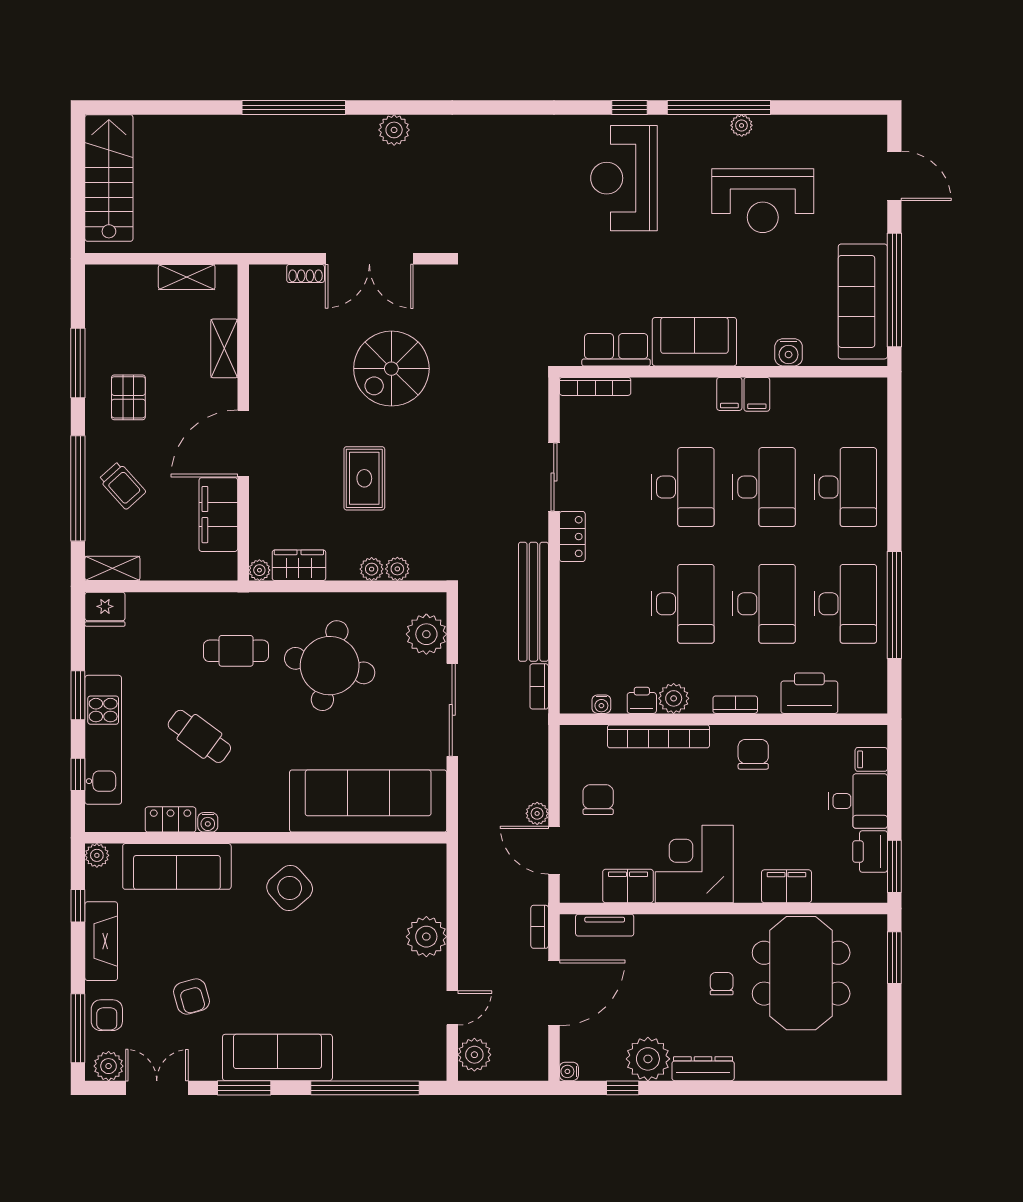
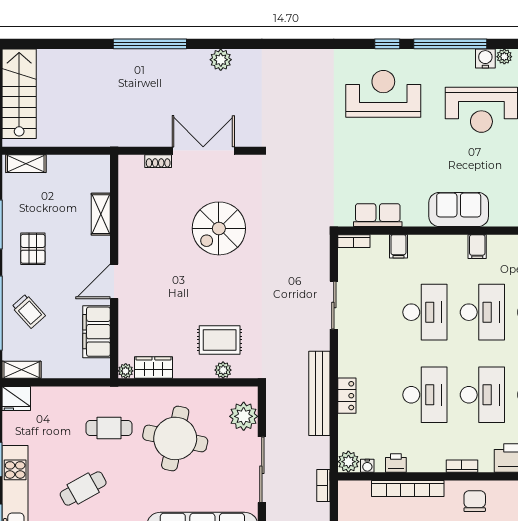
plant: (742, 125) -> (504, 57), moved
reception desk: (624, 178) -> (383, 94), turned 90
double door: (369, 259) -> (203, 151), swing flipped
shelving: (187, 277) -> (26, 164), moved
sofa: (694, 342) -> (459, 209), moved
water cooler: (789, 352) -> (485, 59), moved, turned 180
bookcase: (595, 386) -> (354, 241), width x0.64
filing cabinet: (729, 394) -> (398, 246), moved
door: (243, 443) -> (114, 281), width x0.73
rug: (364, 478) -> (220, 340), moved, turned 90
locker: (572, 537) -> (347, 396), moved
plant: (372, 569) -> (205, 370), removed
bookcase: (539, 686) -> (323, 486), moved
plant: (674, 698) -> (348, 462), moved
cafe table: (199, 736) -> (83, 488), turned -65

